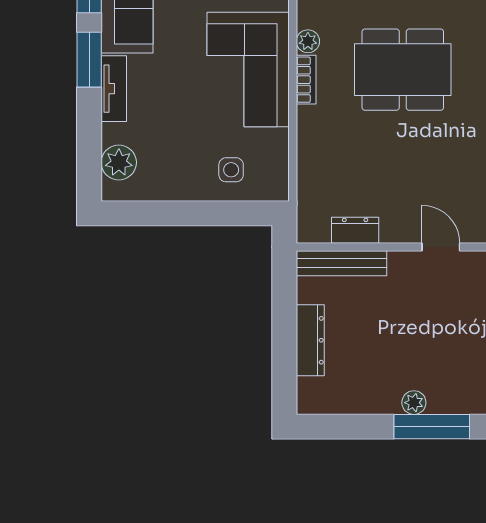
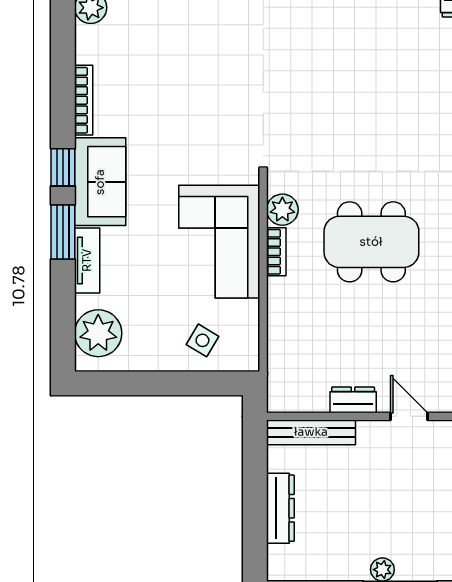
plant: (308, 41) -> (282, 210), width x1.38, depth x1.38
plant: (119, 162) -> (98, 333), width x1.36, depth x1.36
side table: (231, 170) -> (202, 340), turned 31
dresser: (355, 230) -> (353, 400), moved

